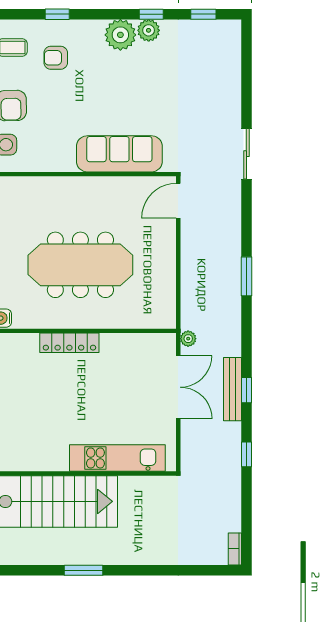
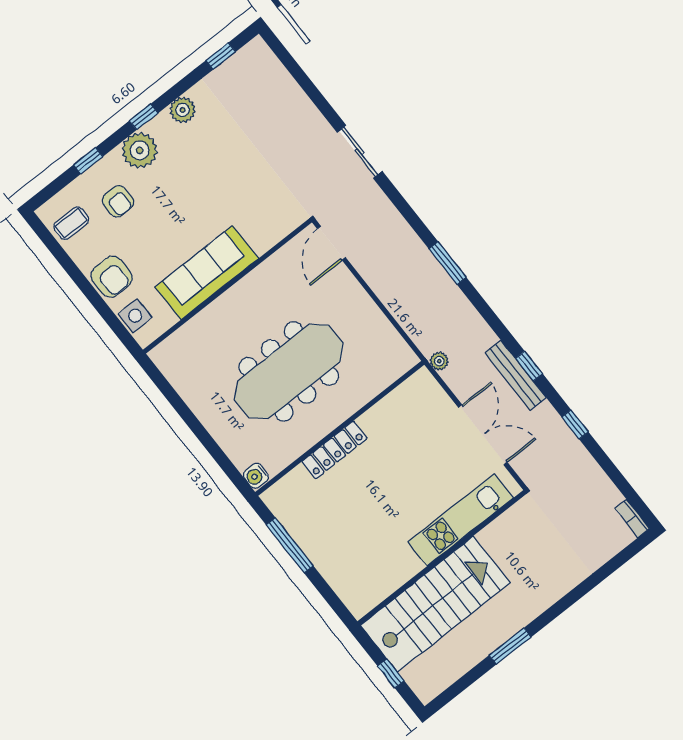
window: (151, 14) -> (144, 117), moved
plant: (120, 35) -> (140, 150), moved
armchair: (56, 58) -> (118, 201), turned -90
sofa: (119, 154) -> (207, 273), moved
double door: (178, 387) -> (483, 435), moved

